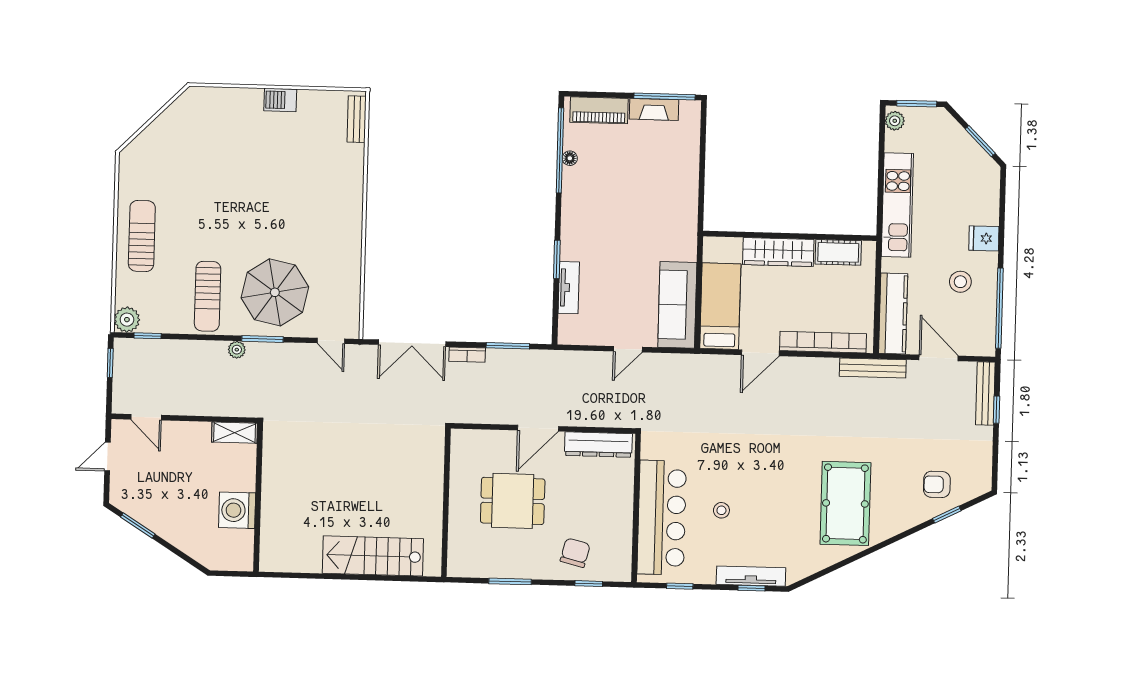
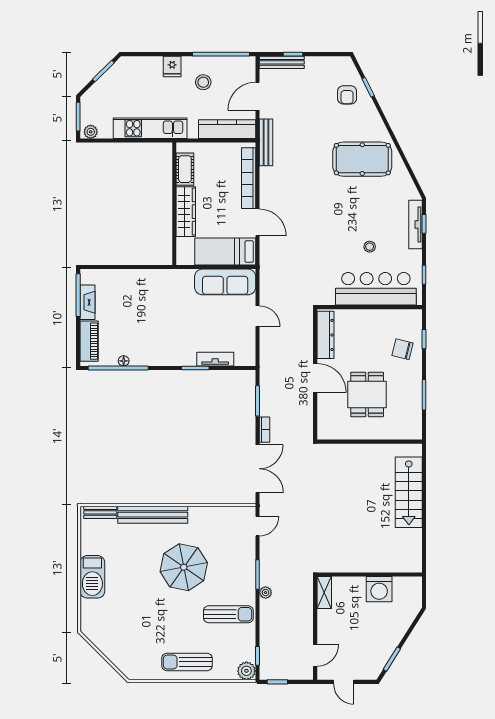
barbecue: (280, 100) -> (92, 577), width x1.88, depth x1.53
bench: (351, 193) -> (153, 515), added
parasol: (275, 292) -> (184, 567), moved

